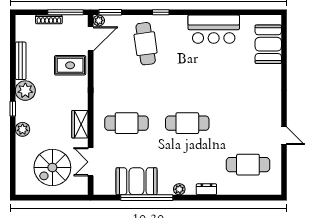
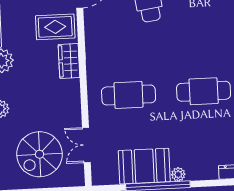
wardrobe: (80, 124) -> (69, 61), moved
plant: (179, 189) -> (178, 174), moved

